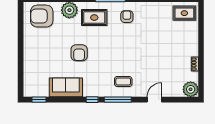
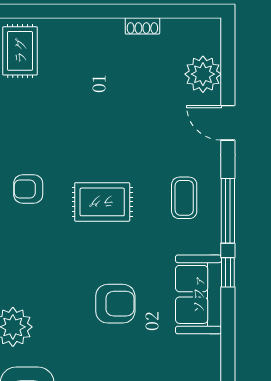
rug: (94, 18) -> (102, 202), moved, turned 90
sofa: (66, 87) -> (198, 294), moved
plant: (191, 89) -> (203, 74), moved

